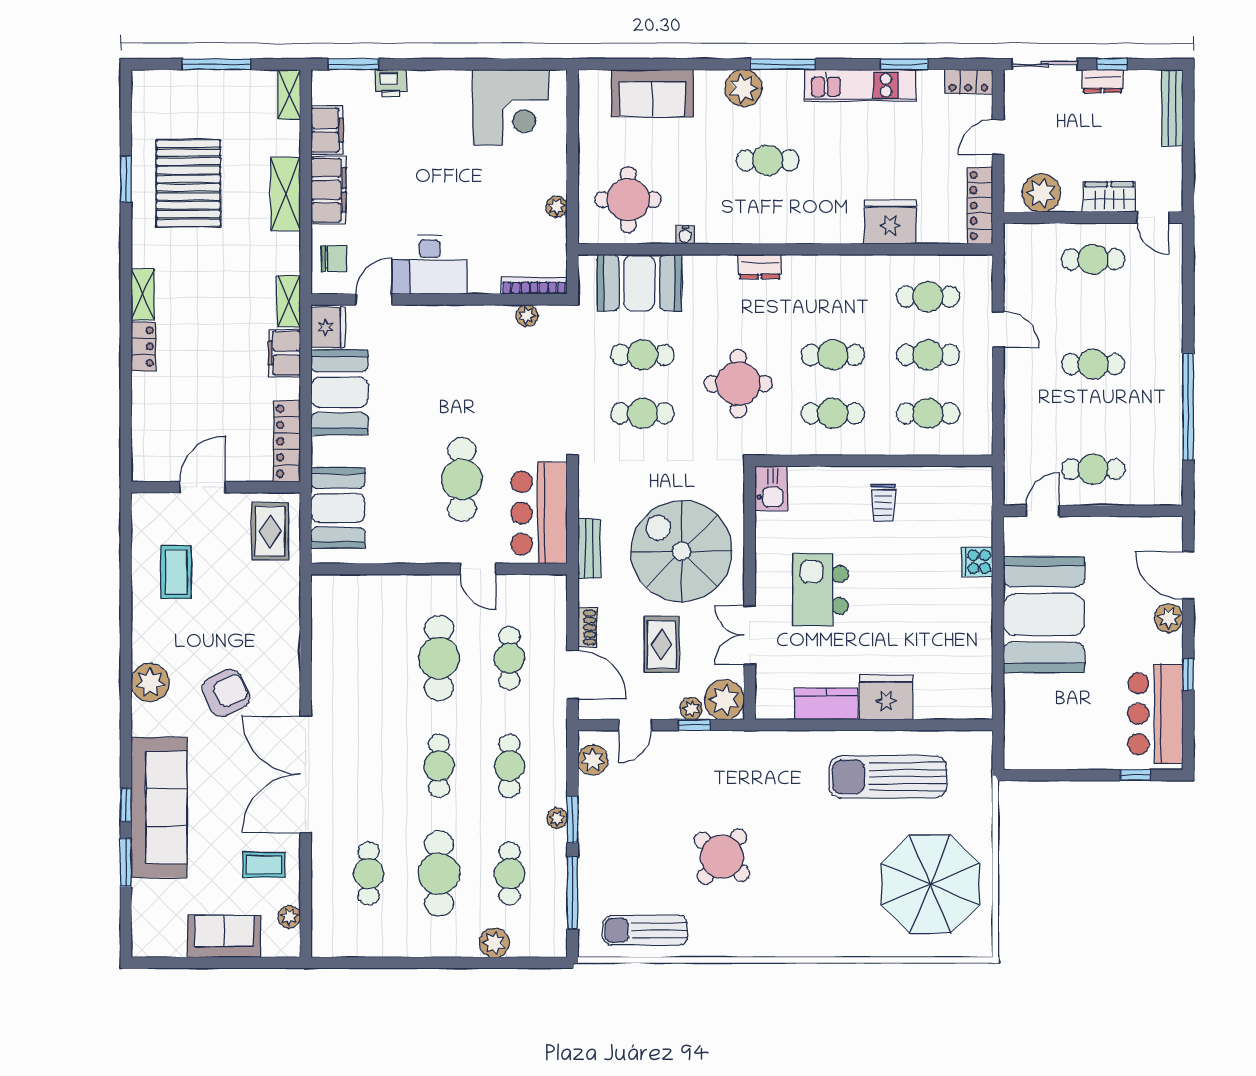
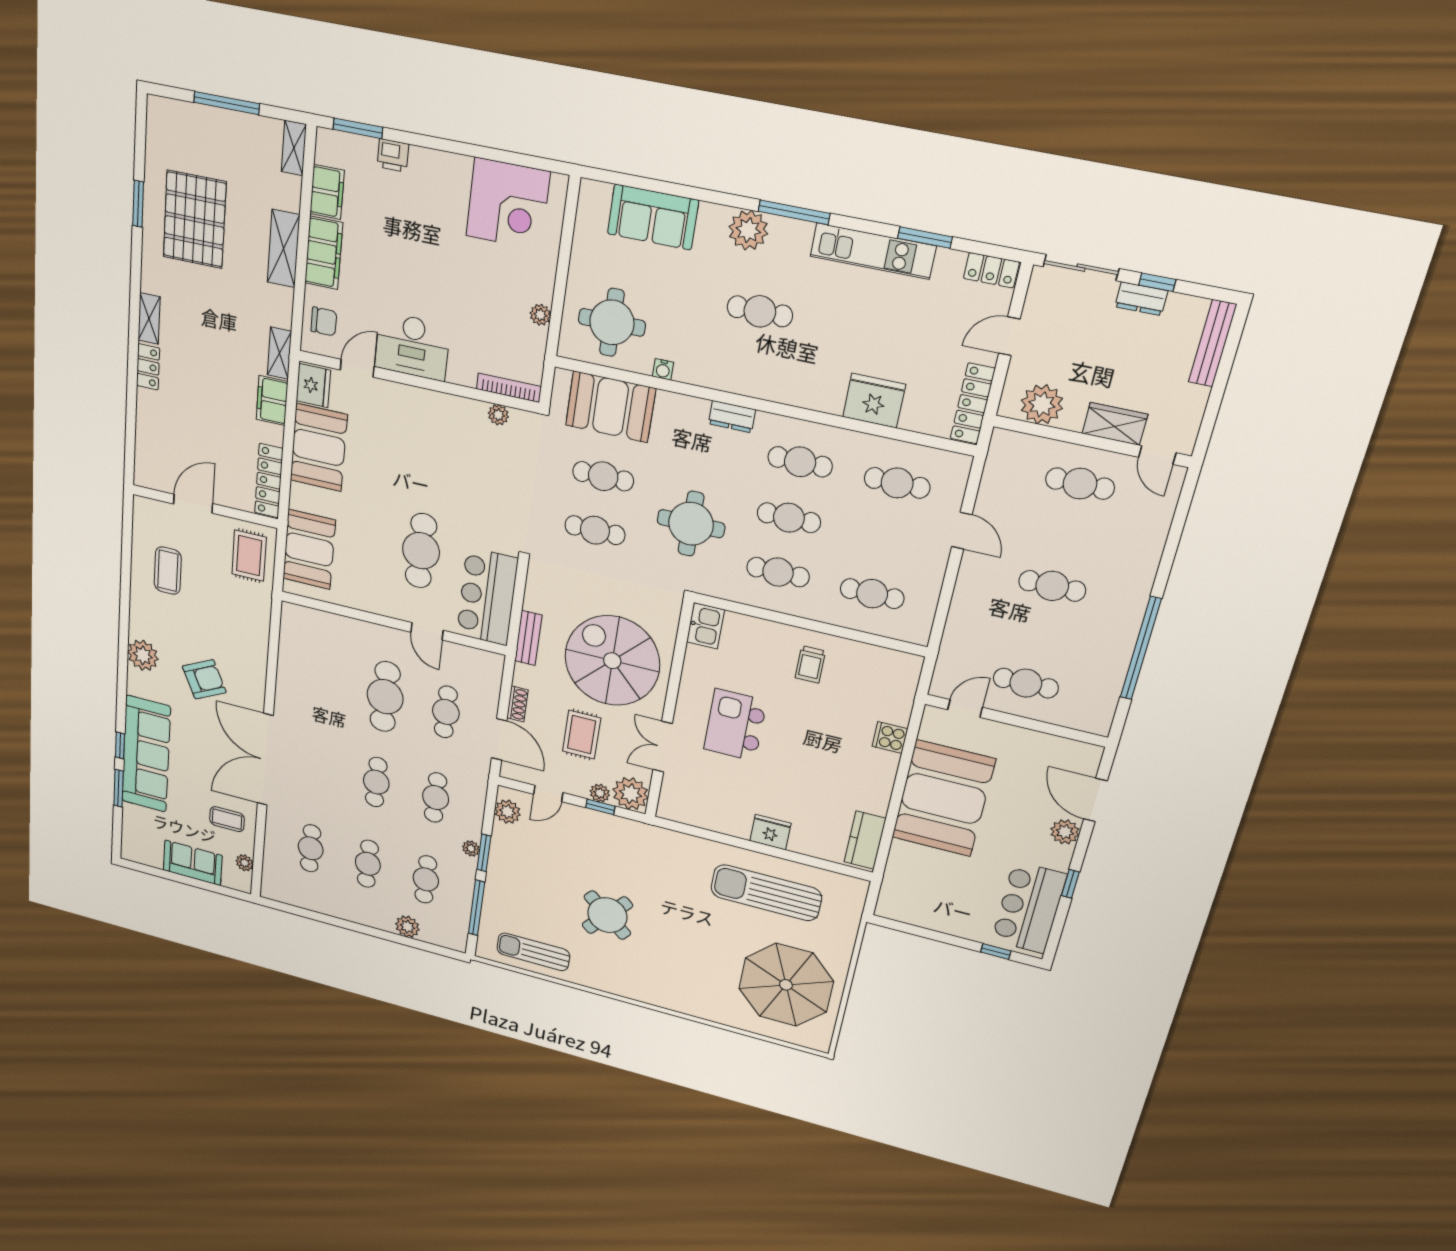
cafe table: (928, 355) -> (800, 462), moved
fridge: (886, 697) -> (770, 832), width x0.73, depth x0.75
kitchen counter: (826, 704) -> (865, 840), moved, turned -90
cafe table: (439, 874) -> (368, 864), width x0.73, depth x0.74

